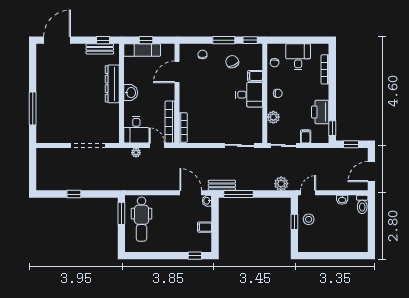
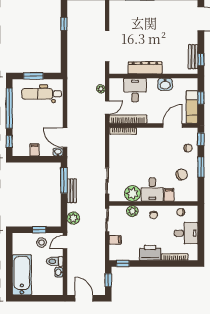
window: (250, 40) -> (201, 139), moved
exam couch: (142, 50) -> (192, 107), moved
door: (177, 72) -> (173, 126), hinge flipped
dresser: (112, 84) -> (145, 68), moved
washbasin: (131, 93) -> (165, 84), moved
printer: (320, 112) -> (150, 253), moved
plant: (253, 117) -> (133, 193), added
desk: (136, 130) -> (135, 90), moved, turned 90
bench: (222, 185) -> (72, 191), moved
door: (191, 193) -> (65, 138), swing flipped
door: (308, 193) -> (65, 242), swing flipped
window: (74, 194) -> (64, 24), moved
toilet: (362, 204) -> (55, 261), moved
window: (121, 213) -> (33, 76), moved
bathtub: (345, 241) -> (22, 275), added
window: (158, 256) -> (9, 108), added

